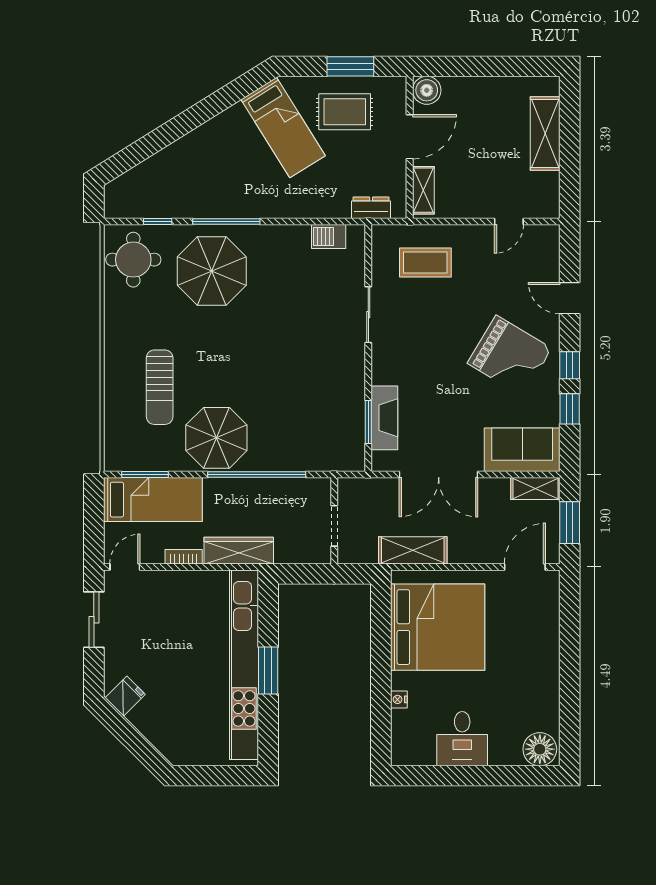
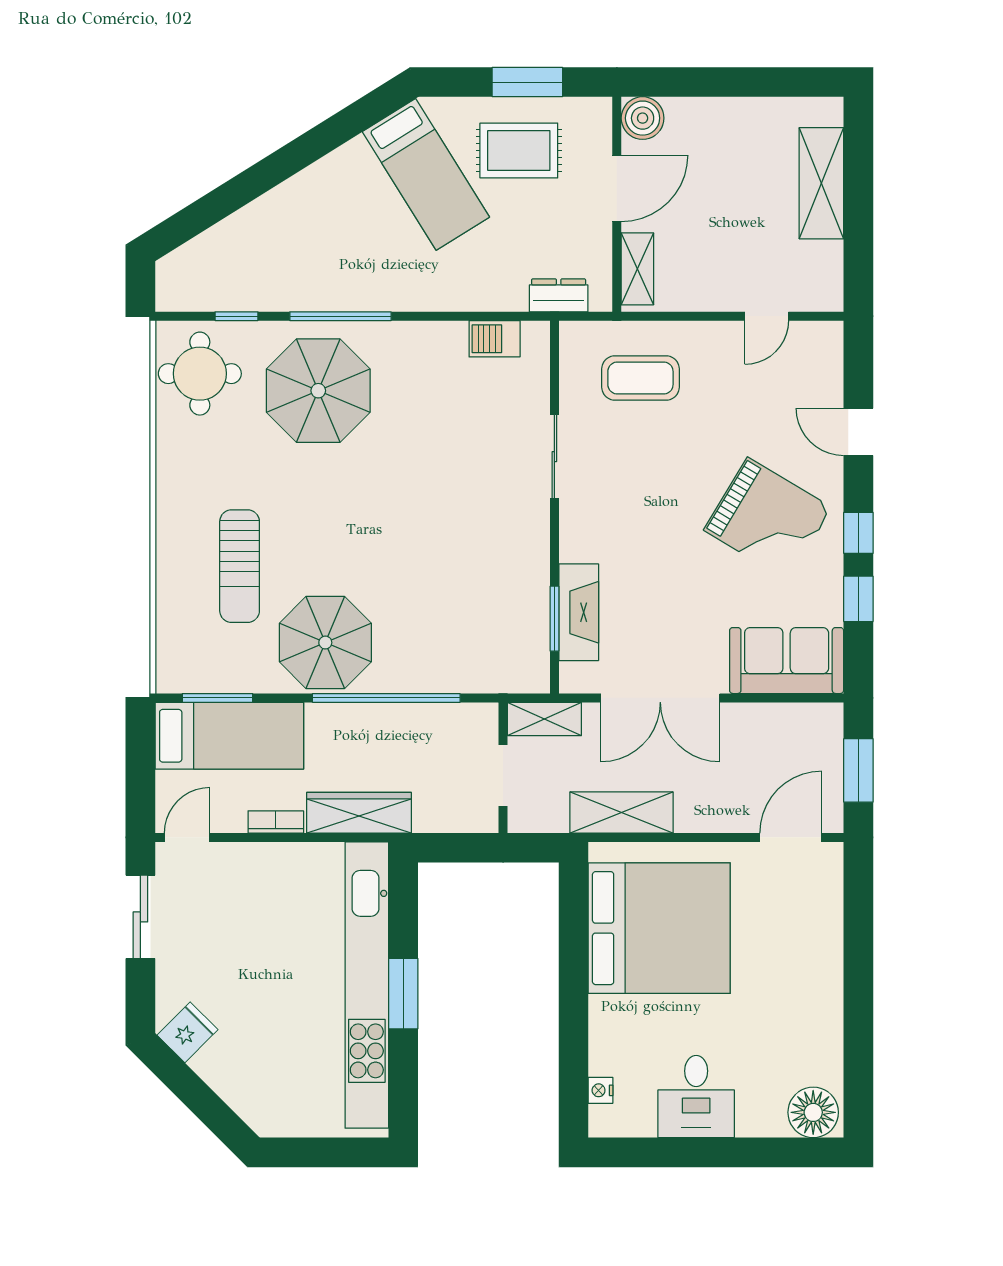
shelving: (535, 488) -> (544, 719), moved
nightstand: (399, 699) -> (601, 1090), moved

